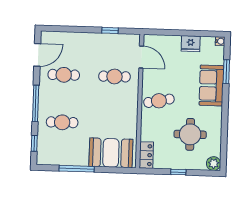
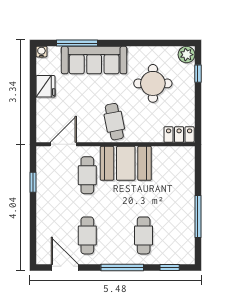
window: (226, 72) -> (77, 43), width x1.44
sofa: (211, 85) -> (94, 60), width x1.36
booth: (111, 153) -> (126, 163), moved, turned 90
window: (178, 172) -> (198, 74), moved

